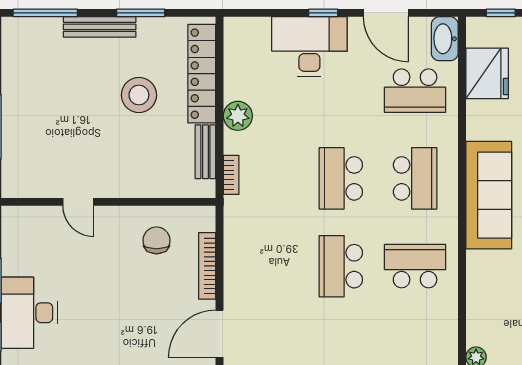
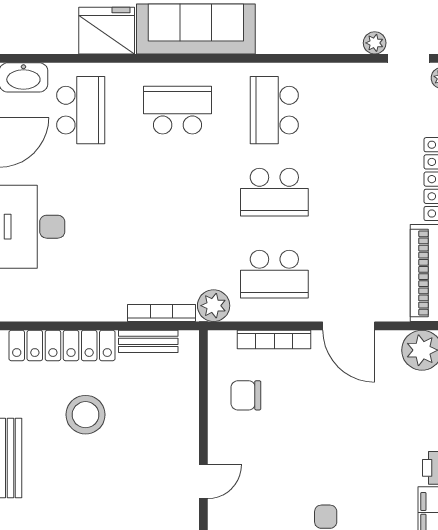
fridge: (487, 73) -> (107, 31), moved
plant: (238, 116) -> (214, 306), moved
bookcase: (231, 175) -> (162, 313), width x1.56
school desk: (341, 178) -> (274, 274), moved

